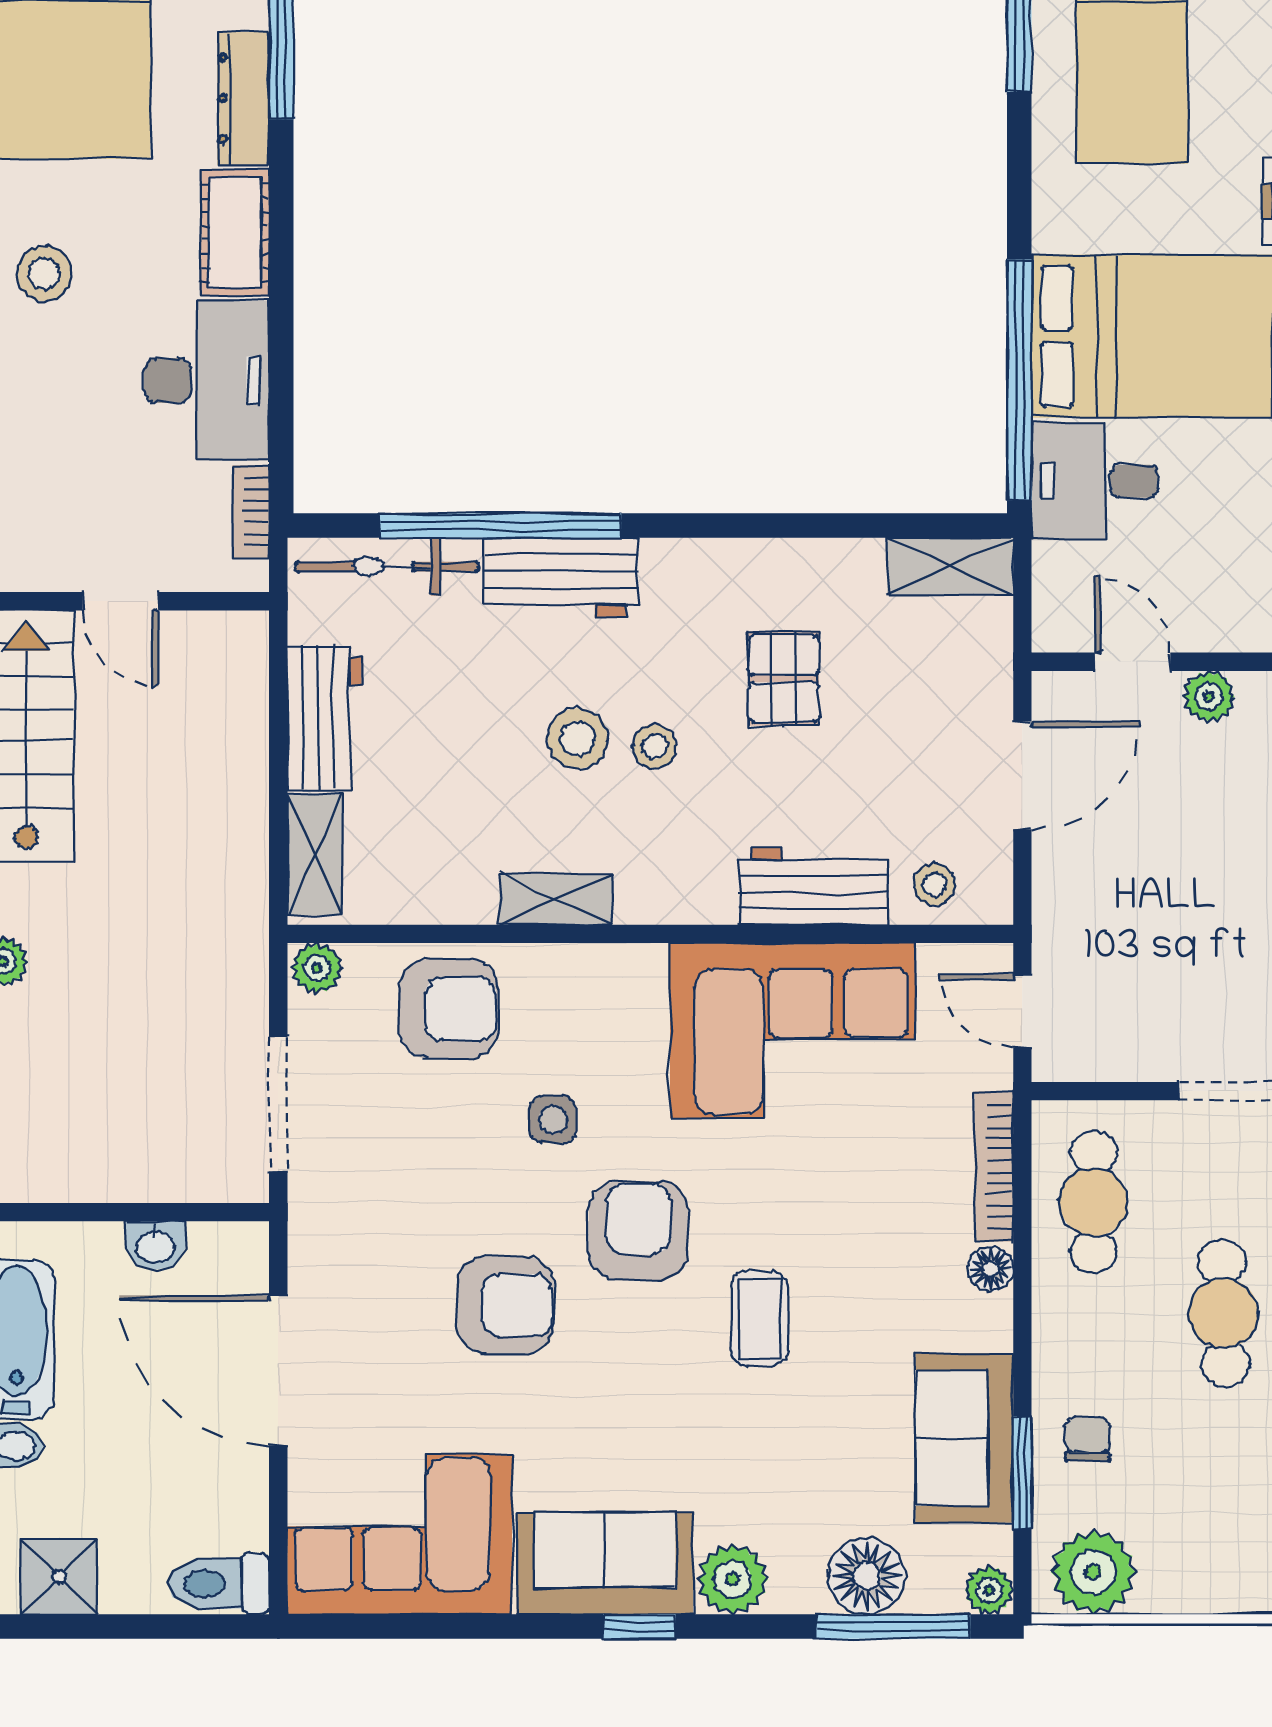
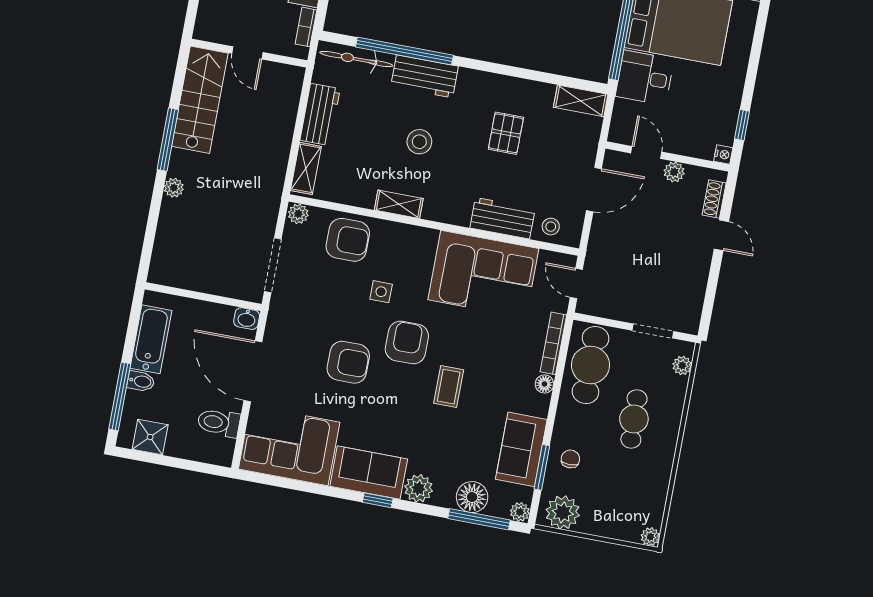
stool: (654, 746) -> (449, 151), removed
cafe table: (1094, 1202) -> (590, 365), width x1.37, depth x1.35
washbasin: (155, 1246) -> (247, 319), moved
toilet: (219, 1584) -> (219, 423), moved

